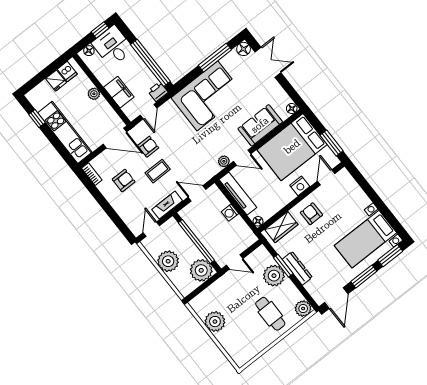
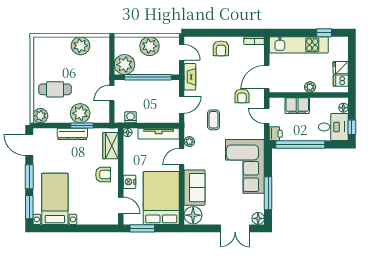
floor lamp: (292, 109) -> (193, 215), width x1.89, depth x1.89
coffee table: (158, 171) -> (214, 120), moved
armchair: (124, 180) -> (221, 48), moved
washing machine: (230, 213) -> (131, 117), moved

